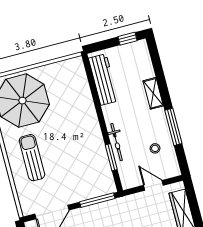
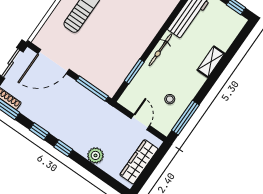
window: (173, 127) -> (185, 118), moved
bicycle: (117, 142) -> (160, 50), moved

